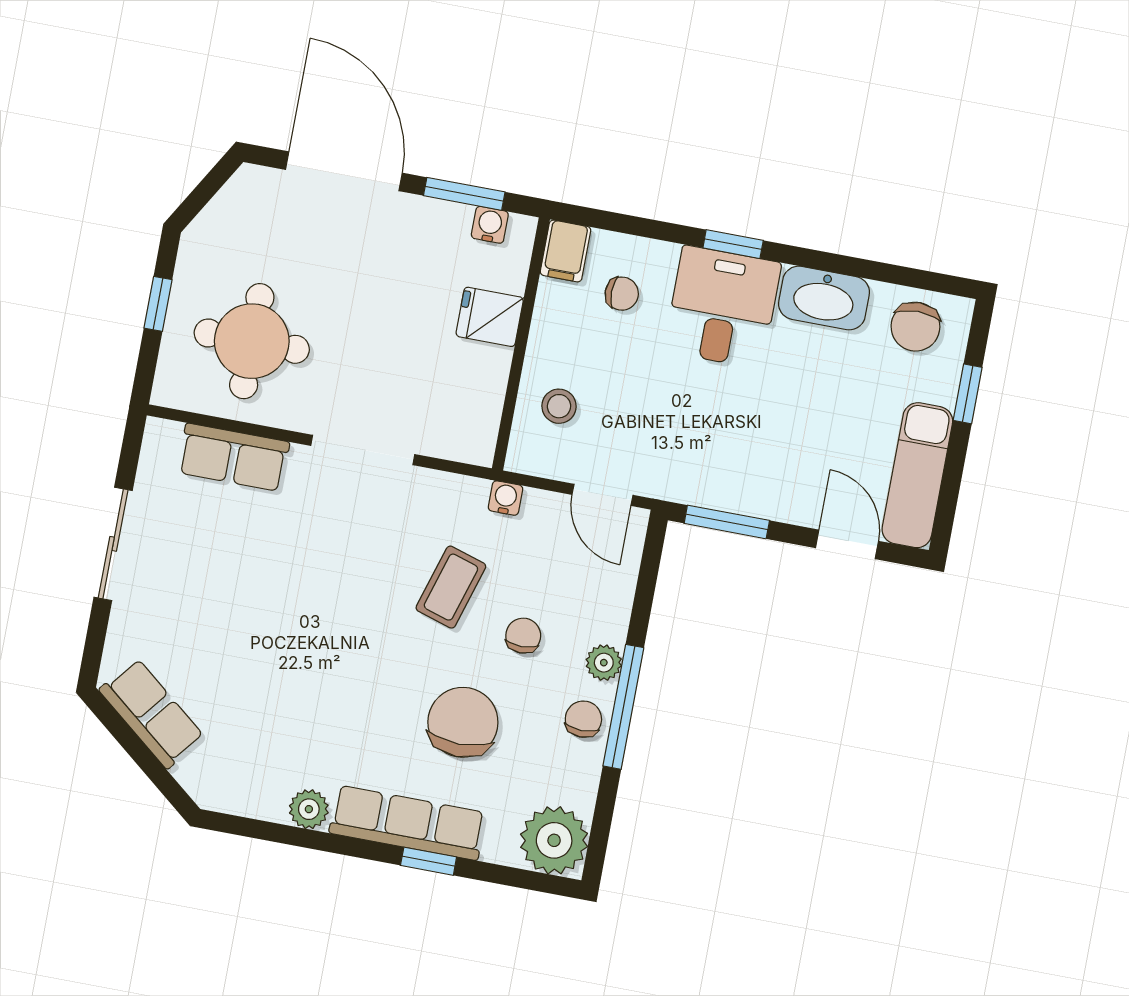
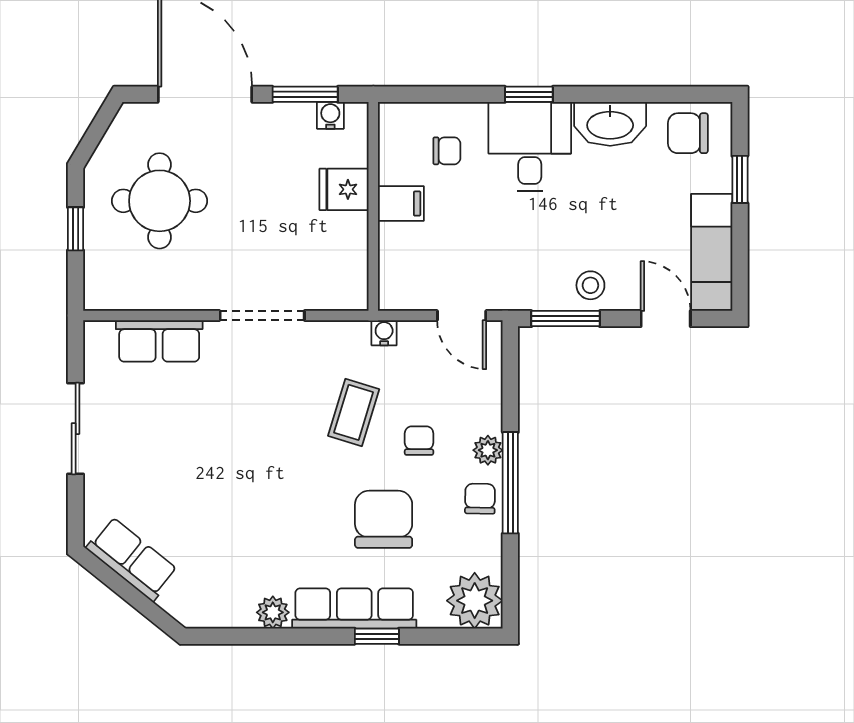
filing cabinet: (566, 251) -> (401, 204), moved, turned -90
chair: (915, 327) -> (688, 133), turned 90
round table: (252, 341) -> (160, 201), moved
stool: (559, 406) -> (590, 285), moved

